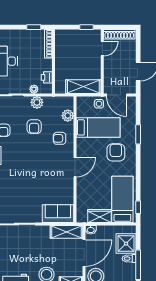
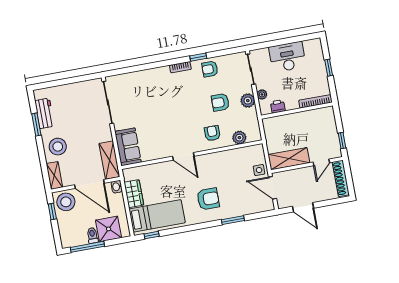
window: (34, 27) -> (329, 68), moved
door: (102, 49) -> (321, 162), hinge flipped
shelving: (83, 87) -> (289, 159), moved, turned 90
door: (116, 95) -> (272, 188), hinge flipped
bed: (98, 127) -> (232, 174), removed

